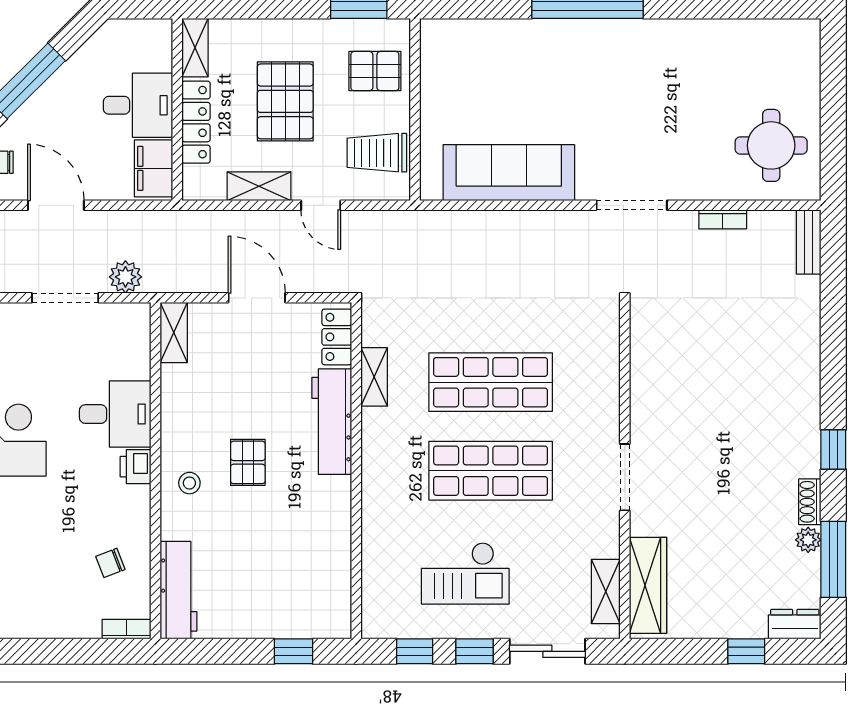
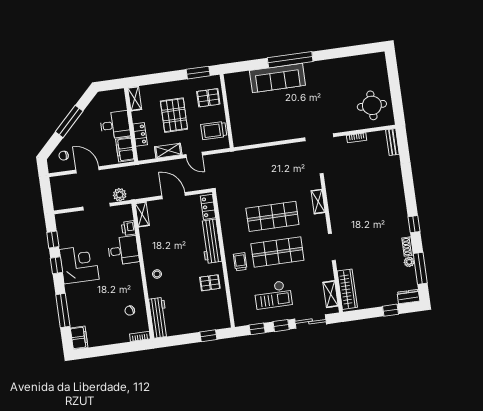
locker: (196, 122) -> (140, 134), width x0.66
sofa: (509, 173) -> (277, 78), moved, turned 180
shelving: (374, 377) -> (318, 202), moved
pallet: (248, 462) -> (210, 283), moved, turned 90
printer: (136, 467) -> (128, 228), moved
trolley: (396, 482) -> (240, 262), added

